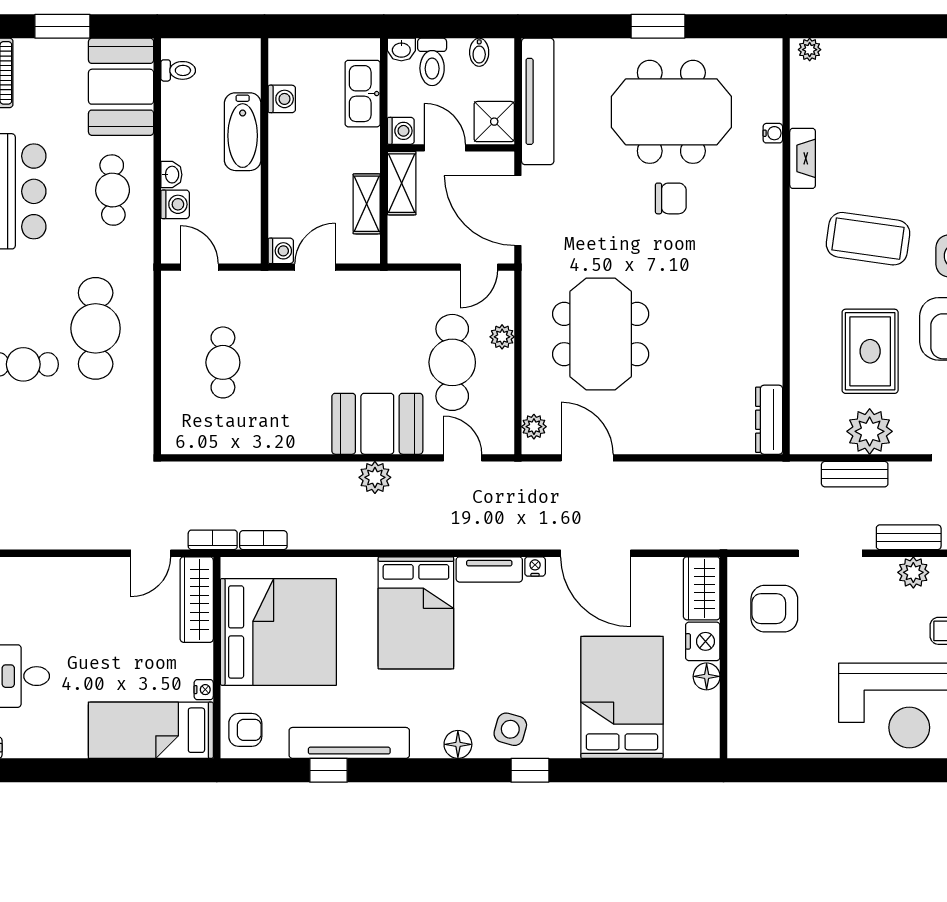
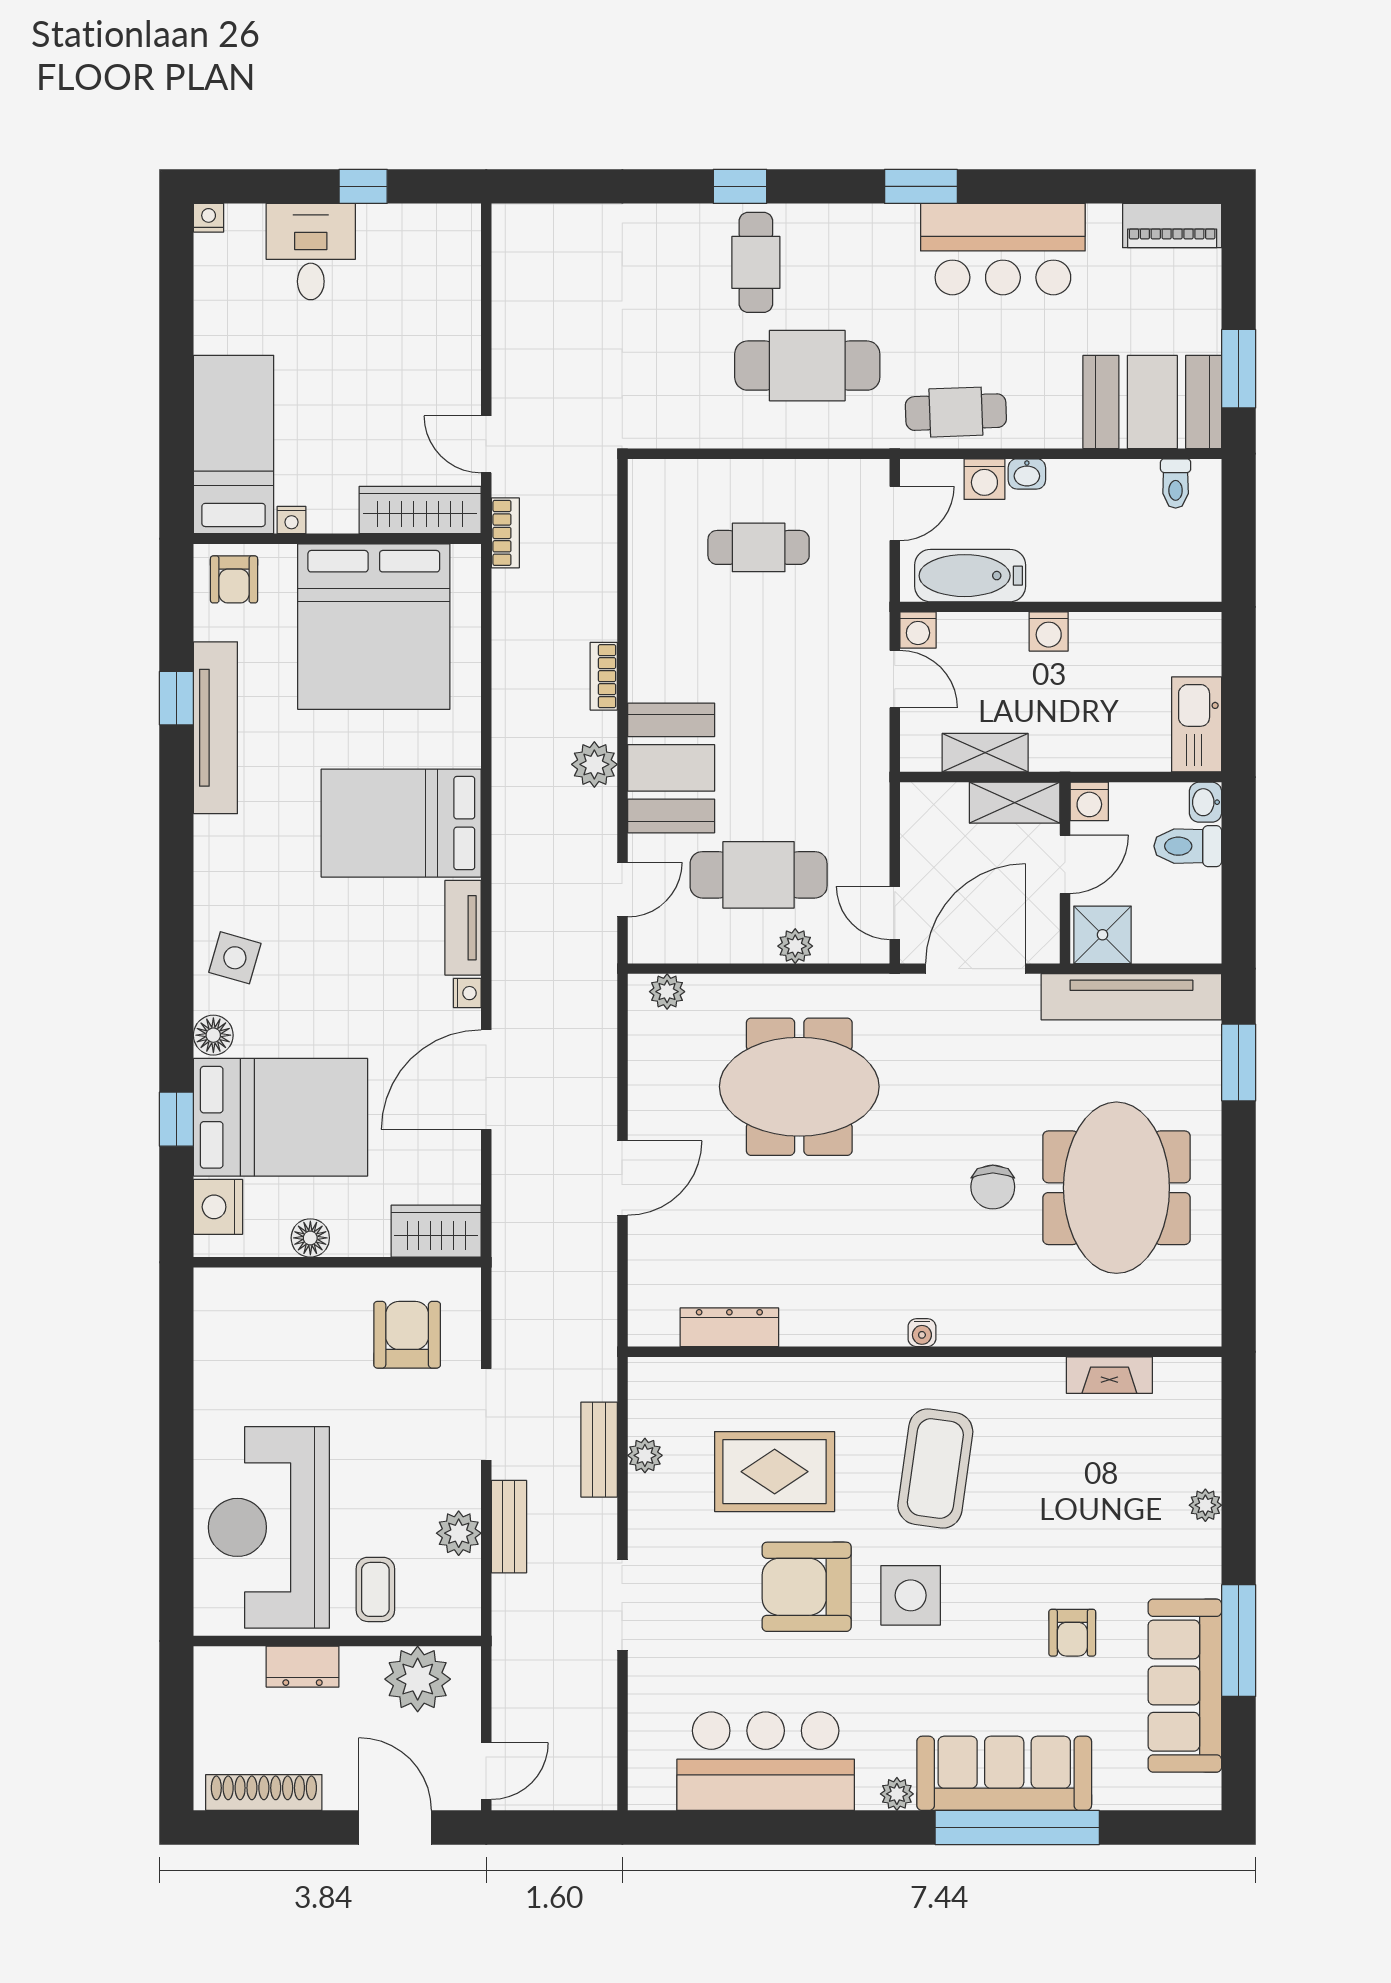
window: (62, 26) -> (1239, 369), moved
window: (658, 26) -> (1239, 1063), moved
plant: (810, 50) -> (1205, 1505), moved
bidet: (479, 52) -> (1202, 913), removed
kitchen sink: (363, 94) -> (1197, 724), moved, turned -90
washing machine: (282, 99) -> (1049, 631), moved
bathtub: (243, 132) -> (970, 576), moved
water cooler: (773, 133) -> (922, 1333), moved
fireplace: (803, 158) -> (1109, 1375), moved
cafe table: (113, 190) -> (956, 412), moved
dresser: (769, 420) -> (729, 1327), moved
plant: (870, 431) -> (645, 1455), width x0.53, depth x0.53
door: (587, 458) -> (622, 1178), moved
bookcase: (263, 540) -> (604, 676), moved, turned 180
nightstand: (703, 641) -> (218, 1207), moved, turned 90
floor lamp: (458, 744) -> (213, 1035), moved
window: (530, 770) -> (176, 1119), moved

